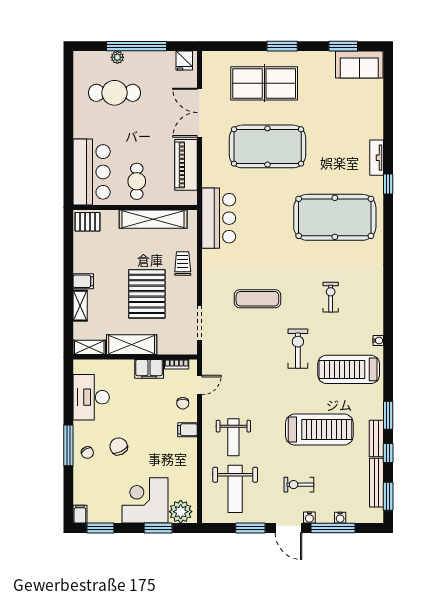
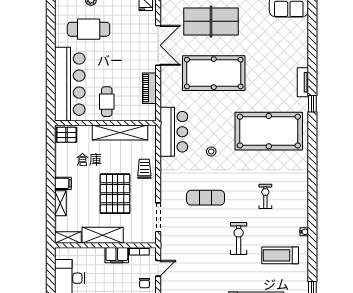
double door: (200, 113) -> (158, 45), swing flipped
piano: (186, 165) -> (149, 88), width x0.73, depth x0.75
bar counter: (92, 172) -> (70, 84), width x1.36
stool: (264, 242) -> (211, 152), added
treadmill: (349, 369) -> (280, 255), width x0.73, depth x0.73

